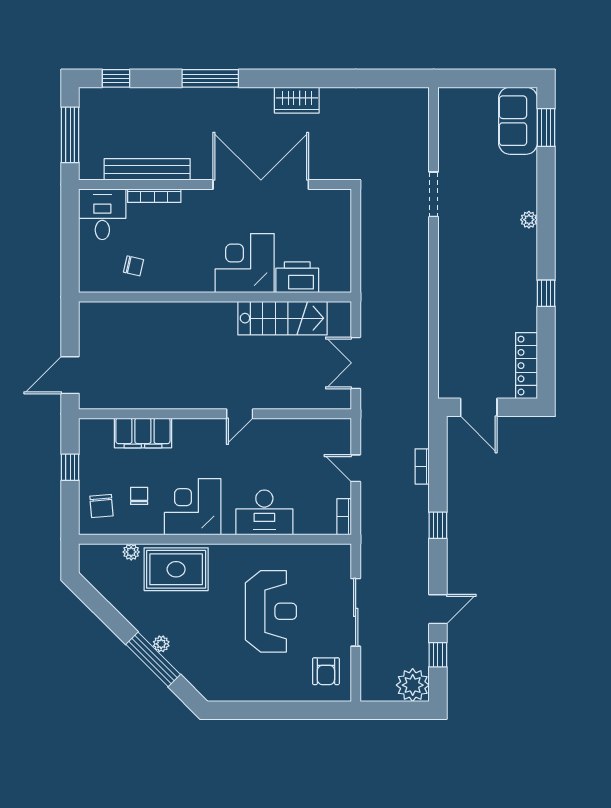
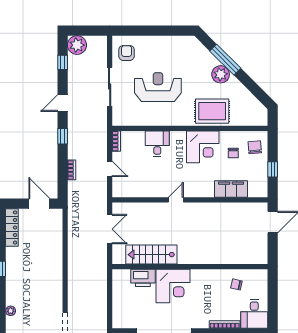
desk: (264, 512) -> (157, 144), width x0.73
plant: (131, 552) -> (238, 121), removed
door: (438, 609) -> (63, 103), moved
reception desk: (271, 611) -> (158, 87), turned 90
plant: (161, 644) -> (221, 74), width x1.88, depth x1.88

